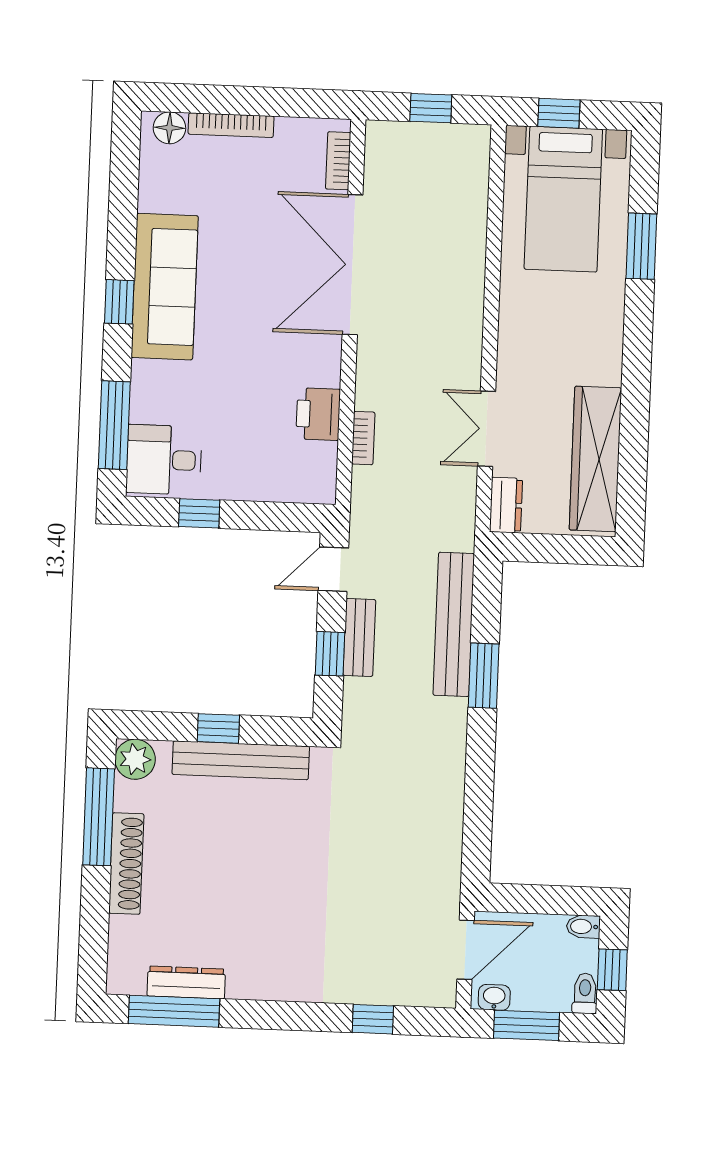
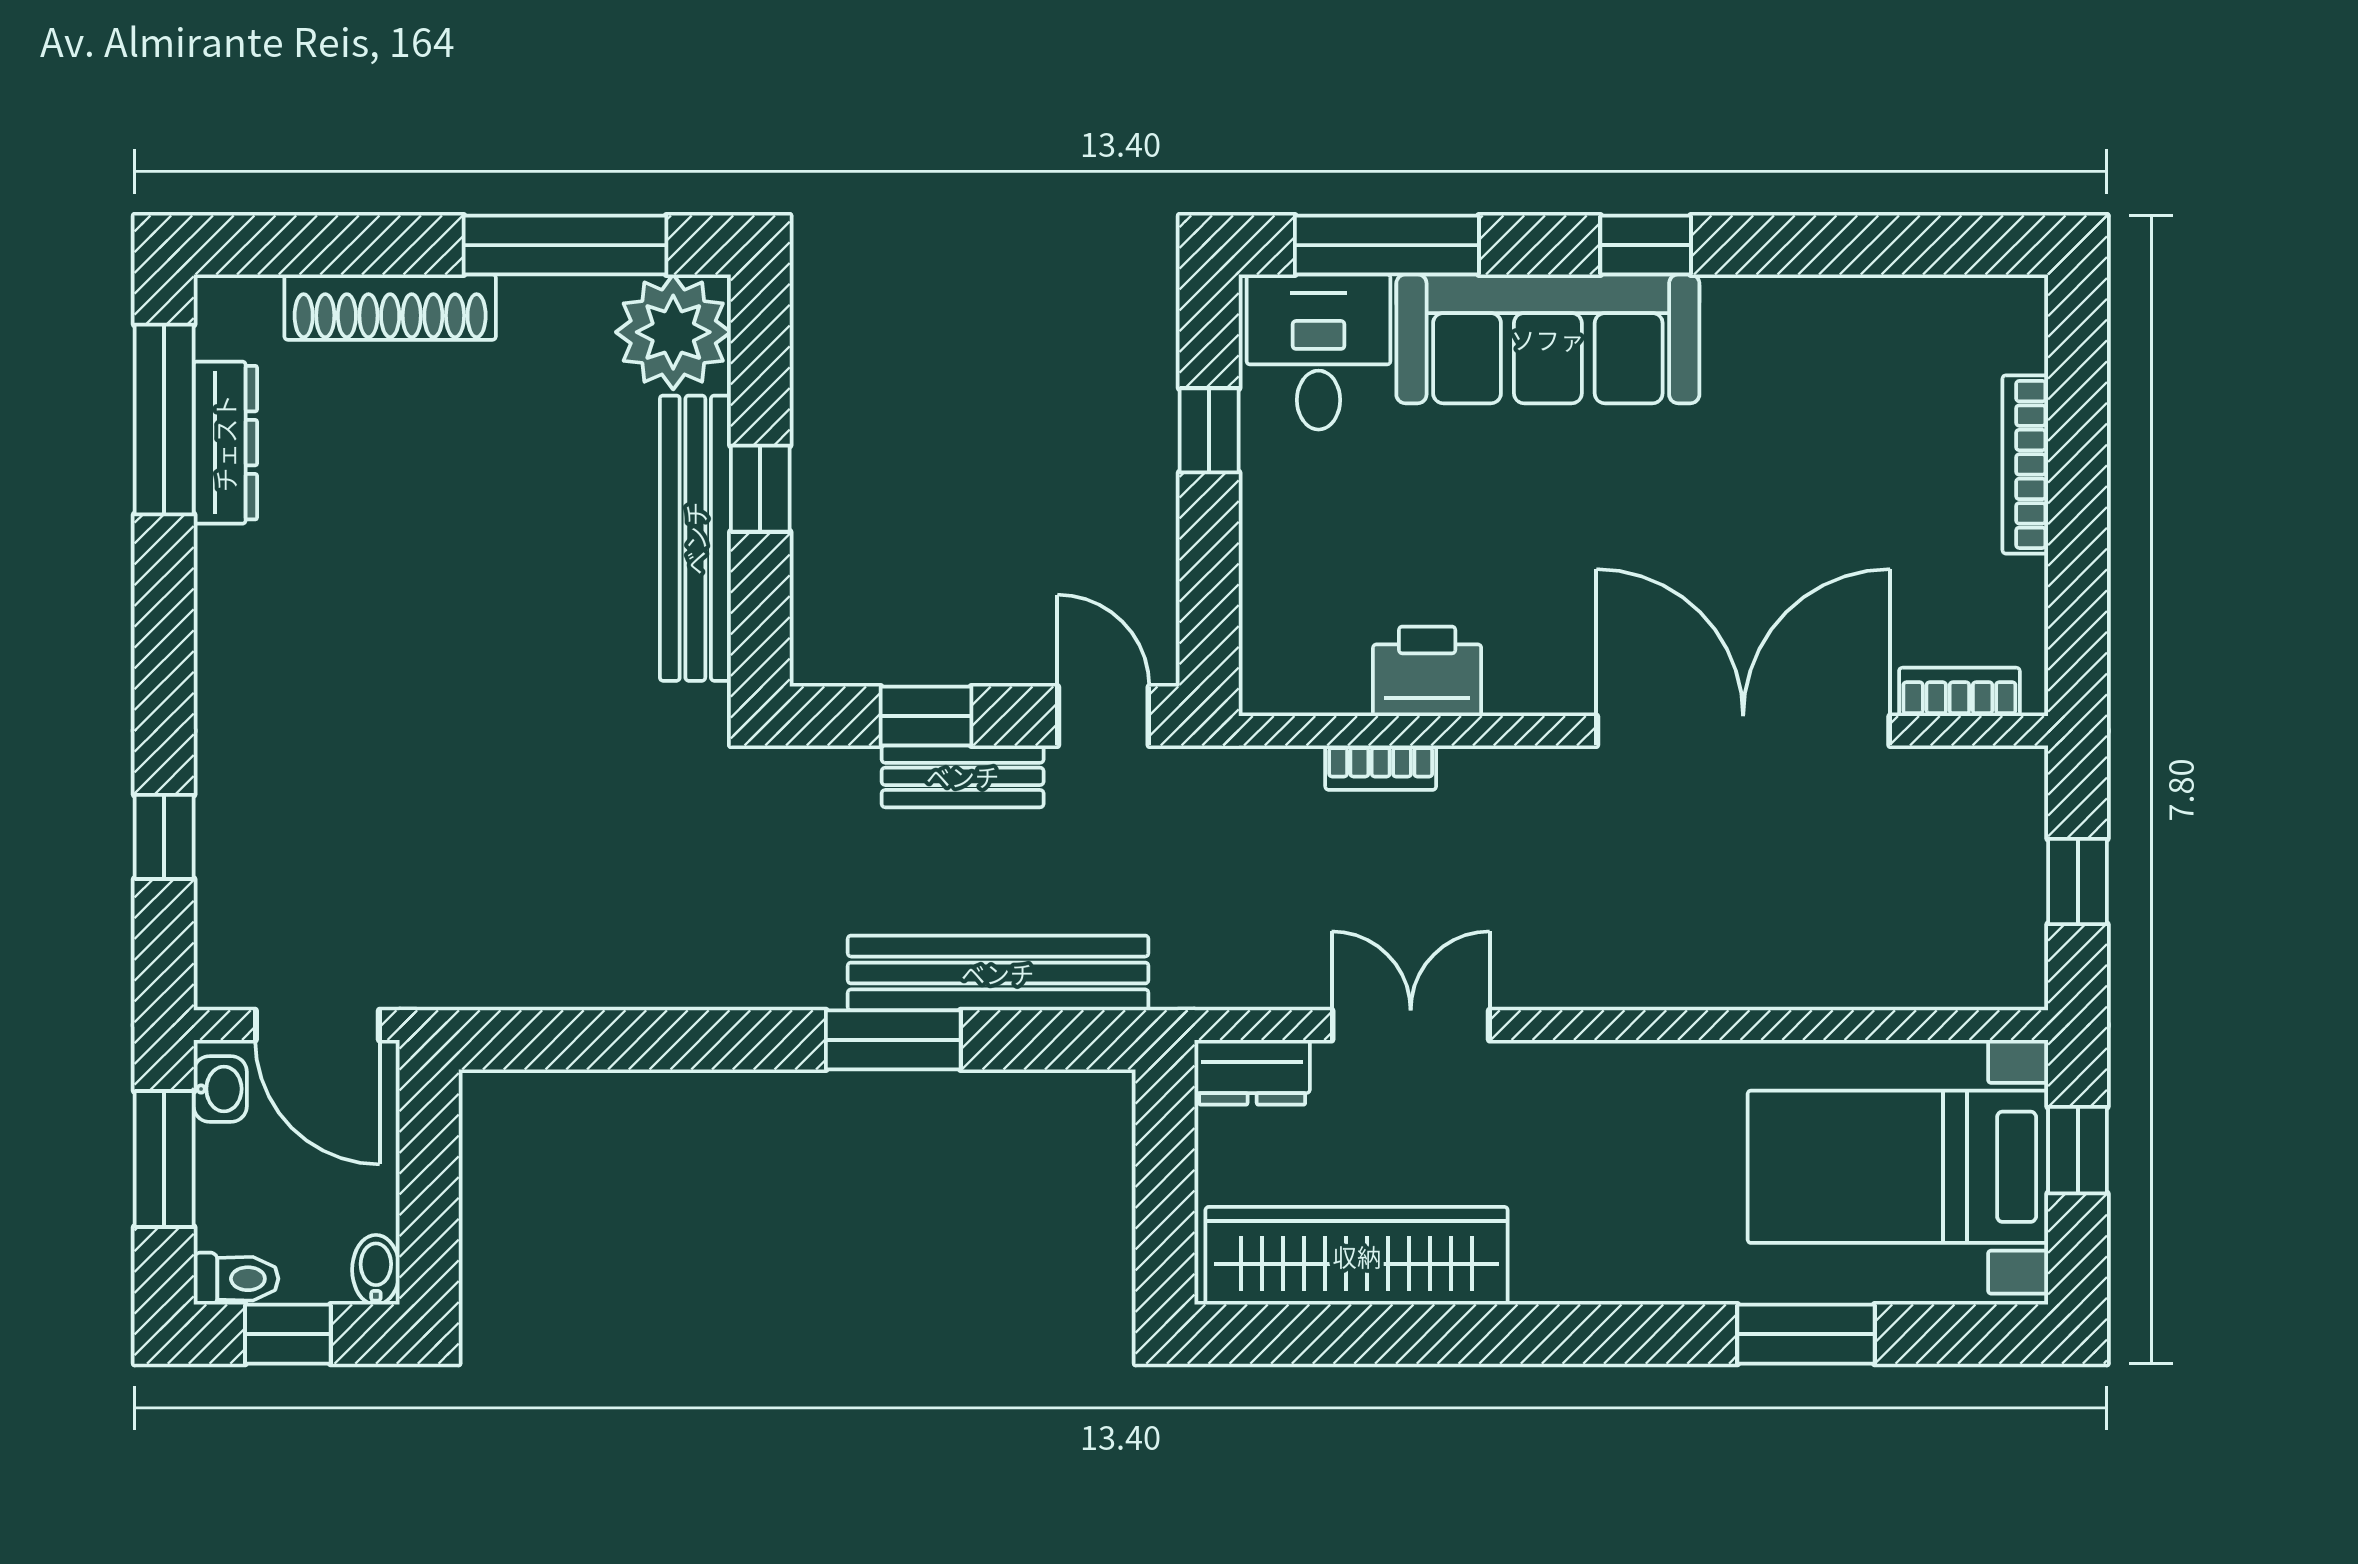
floor lamp: (169, 128) -> (2014, 336), removed
sofa: (165, 287) -> (1548, 339), moved
plant: (135, 759) -> (673, 332), width x1.36, depth x1.36
shoe rack: (126, 863) -> (390, 307), moved

